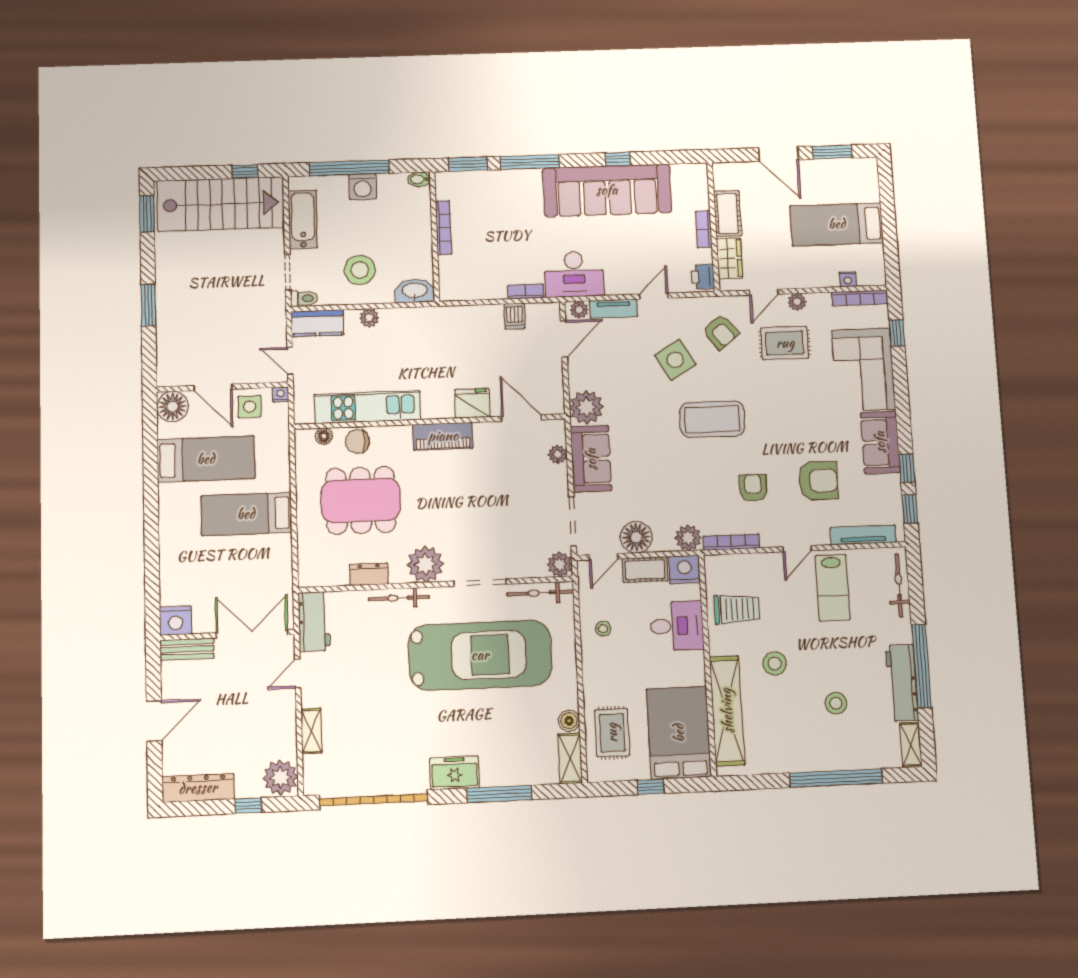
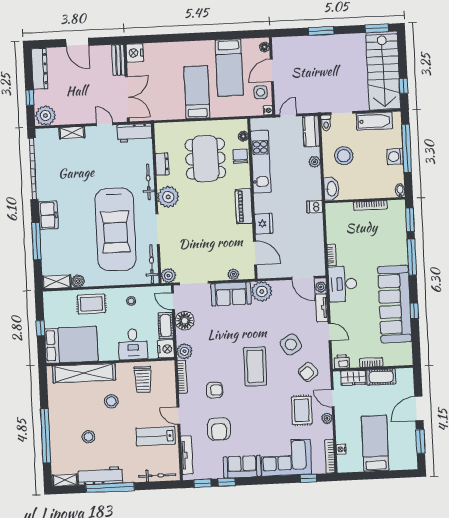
dishwasher: (514, 316) -> (315, 207), moved
floor lamp: (173, 407) -> (264, 47), width x0.53, depth x0.53
door: (522, 418) -> (255, 253), hinge flipped
rug: (612, 733) -> (91, 304), moved

